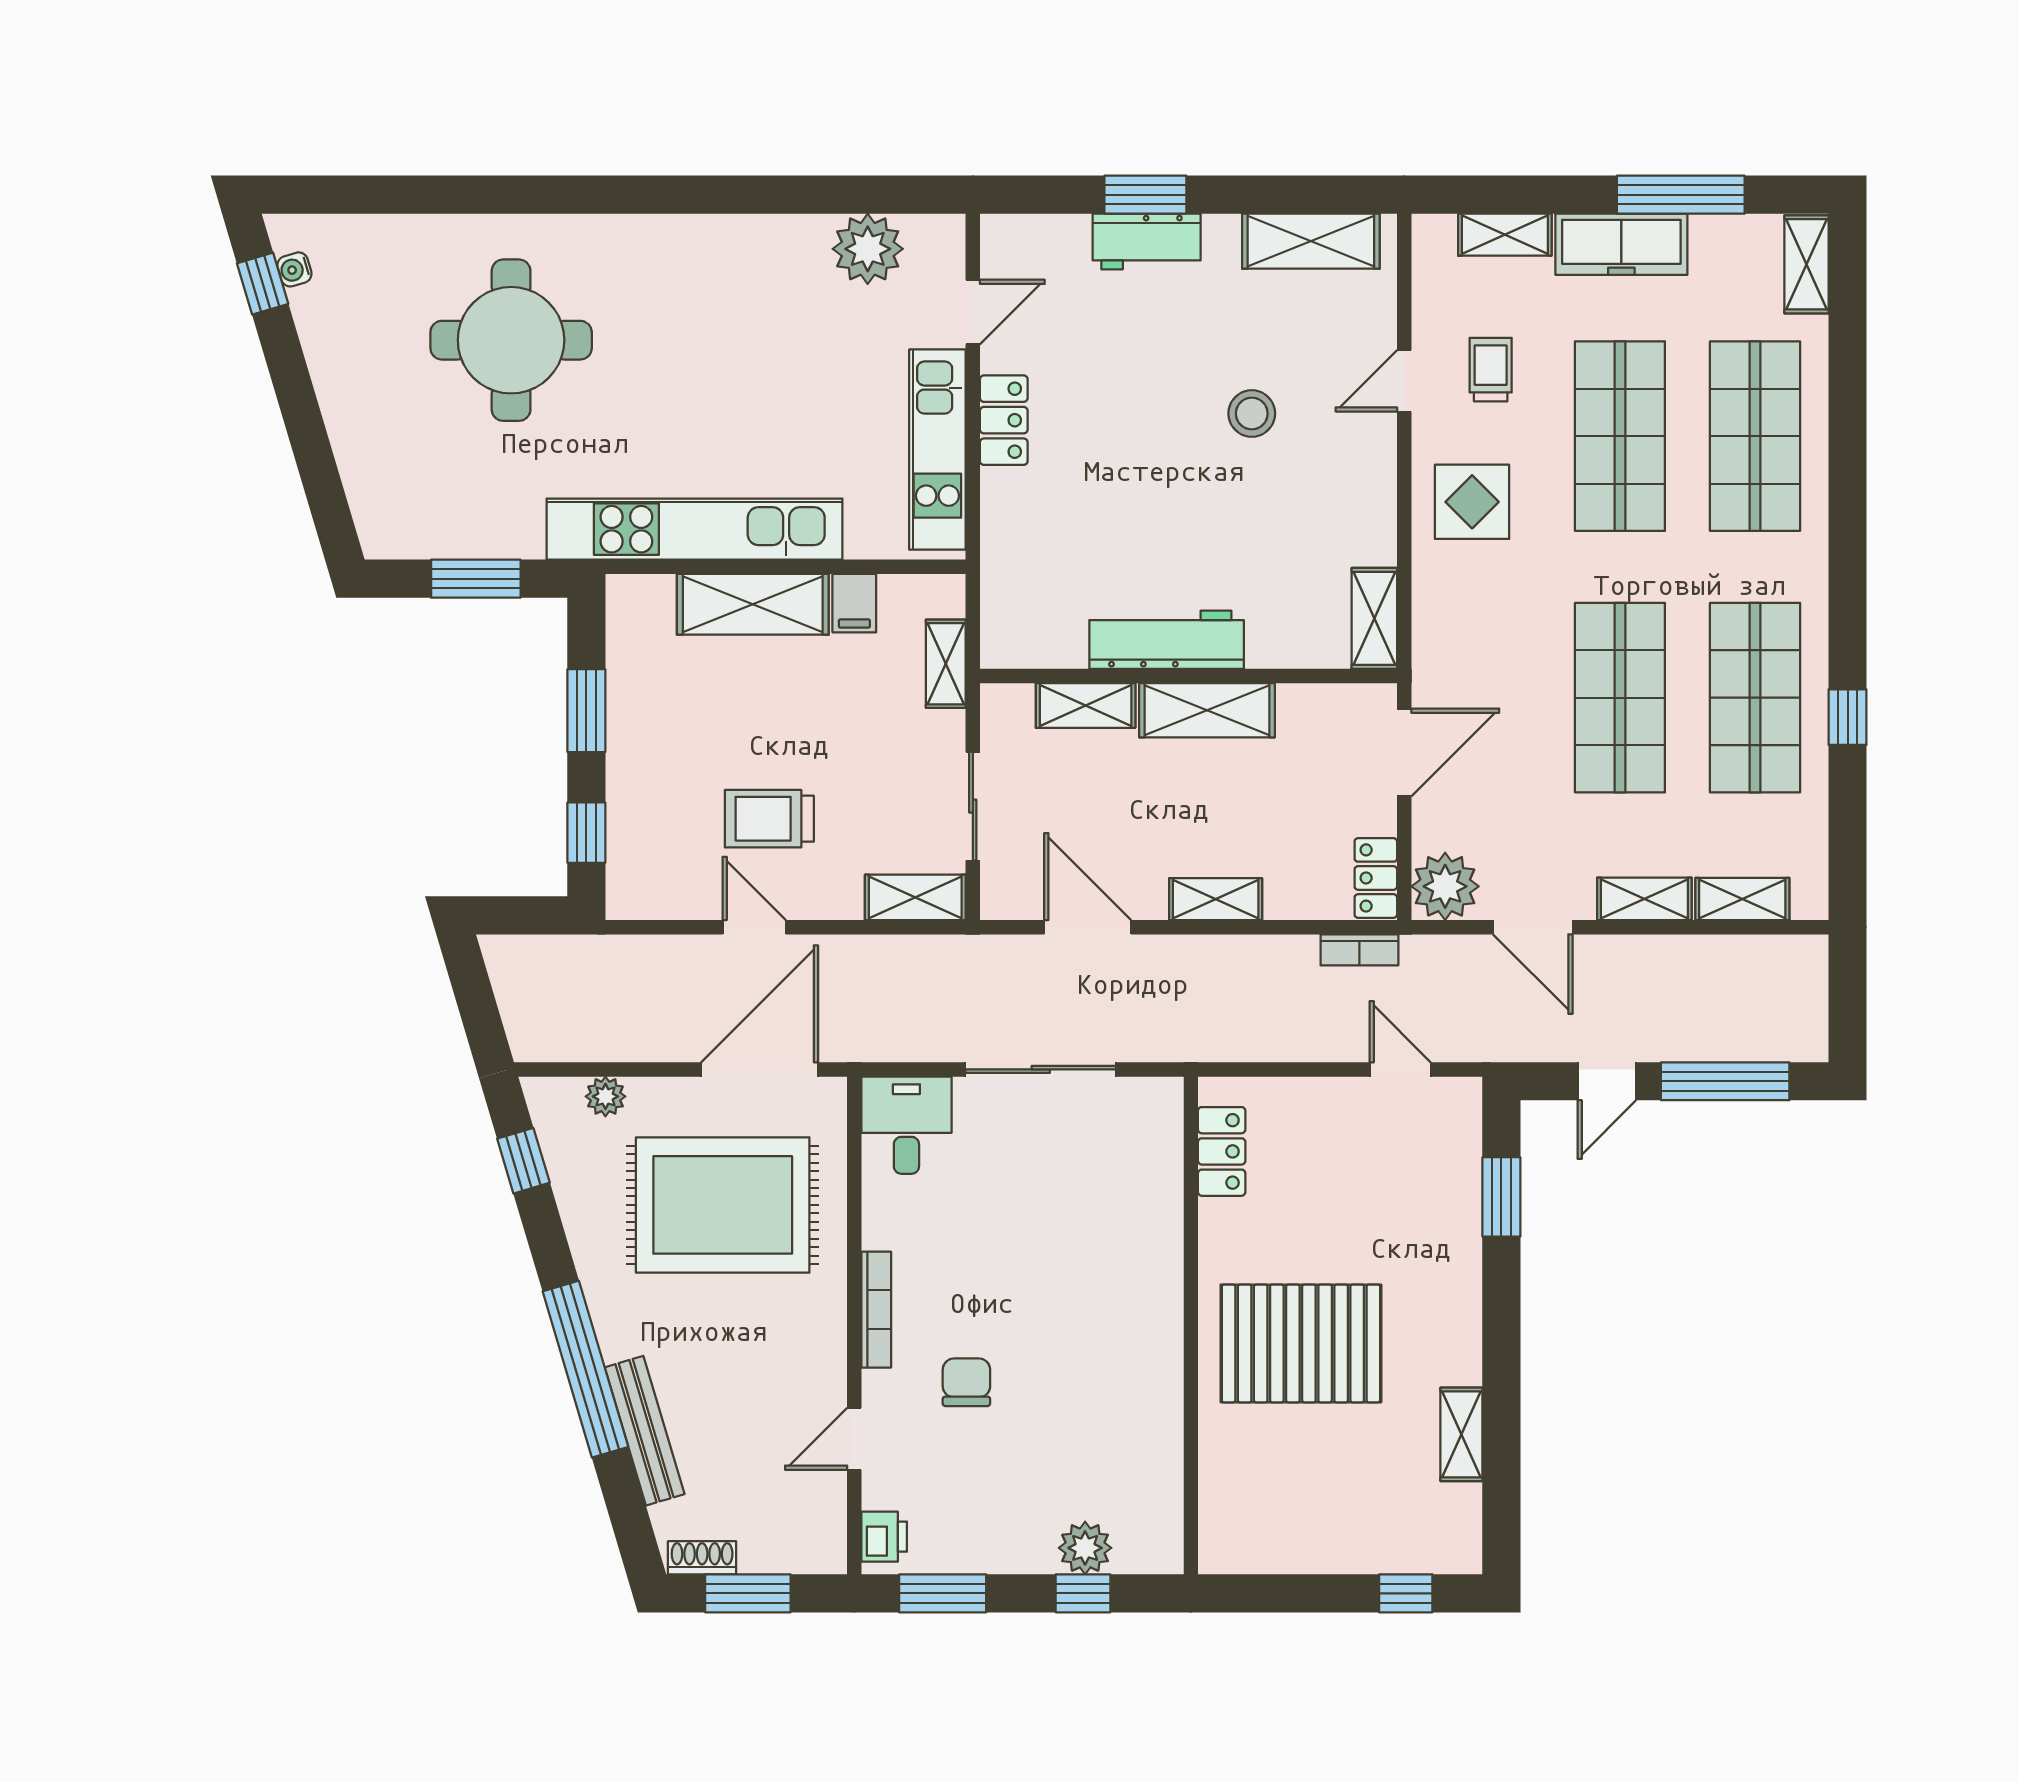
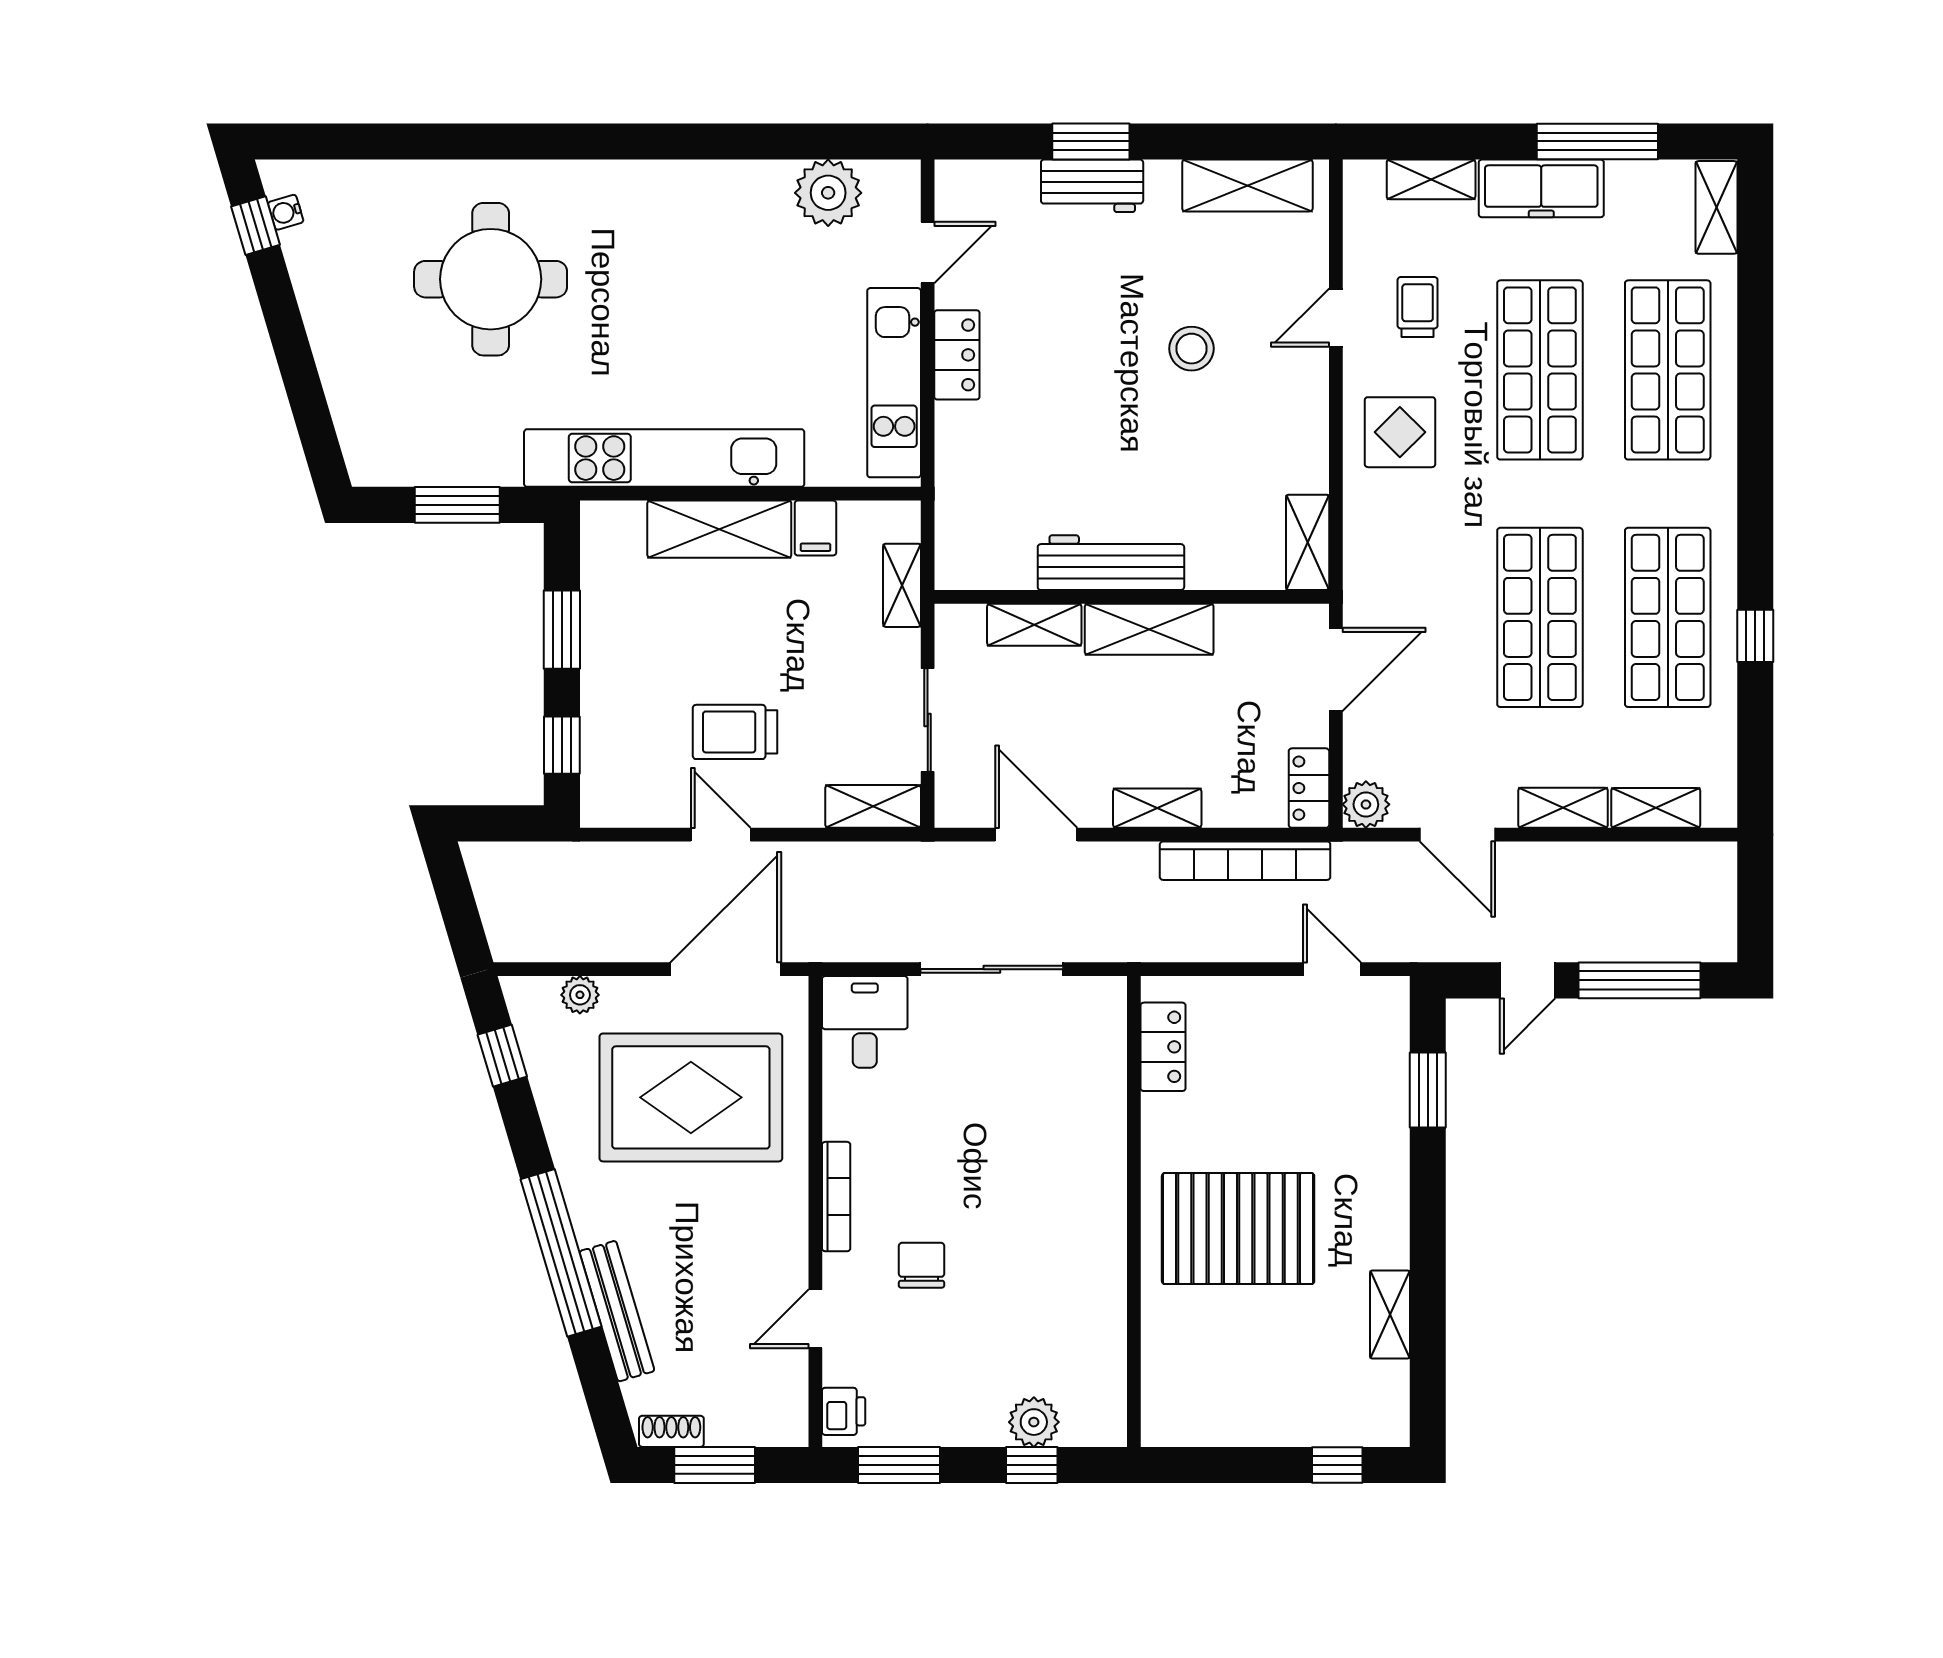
plant: (1445, 886) -> (1366, 804), width x0.73, depth x0.73
bookcase: (1359, 950) -> (1245, 861), width x2.31, depth x1.31

